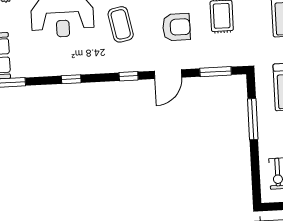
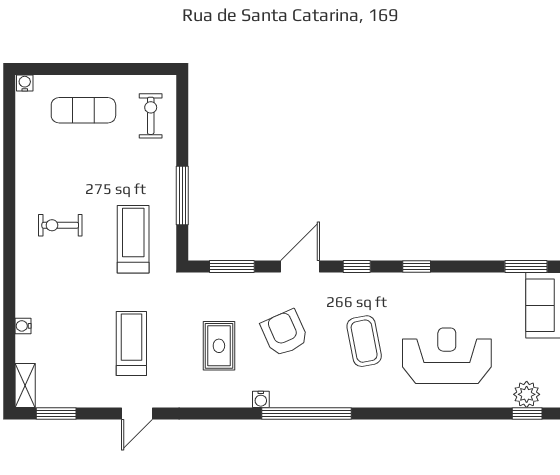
armchair: (176, 27) -> (285, 333), turned 66
window: (71, 79) -> (417, 266), moved

